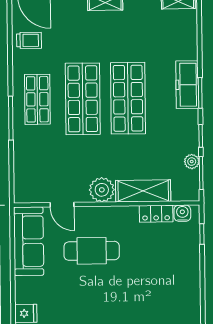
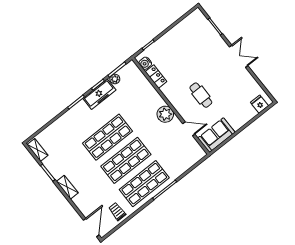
freezer: (187, 85) -> (99, 94), moved
shop shelf: (37, 99) -> (144, 184), width x1.43, depth x1.36
shelving: (143, 191) -> (149, 92), removed
door: (62, 205) -> (189, 129), hinge flipped
sofa: (29, 241) -> (216, 135), width x0.73
cafe table: (92, 251) -> (201, 95), width x0.73, depth x0.74

